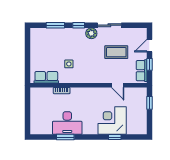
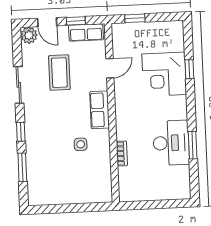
plant: (91, 33) -> (29, 35), moved
row of seats: (46, 77) -> (100, 110), moved

